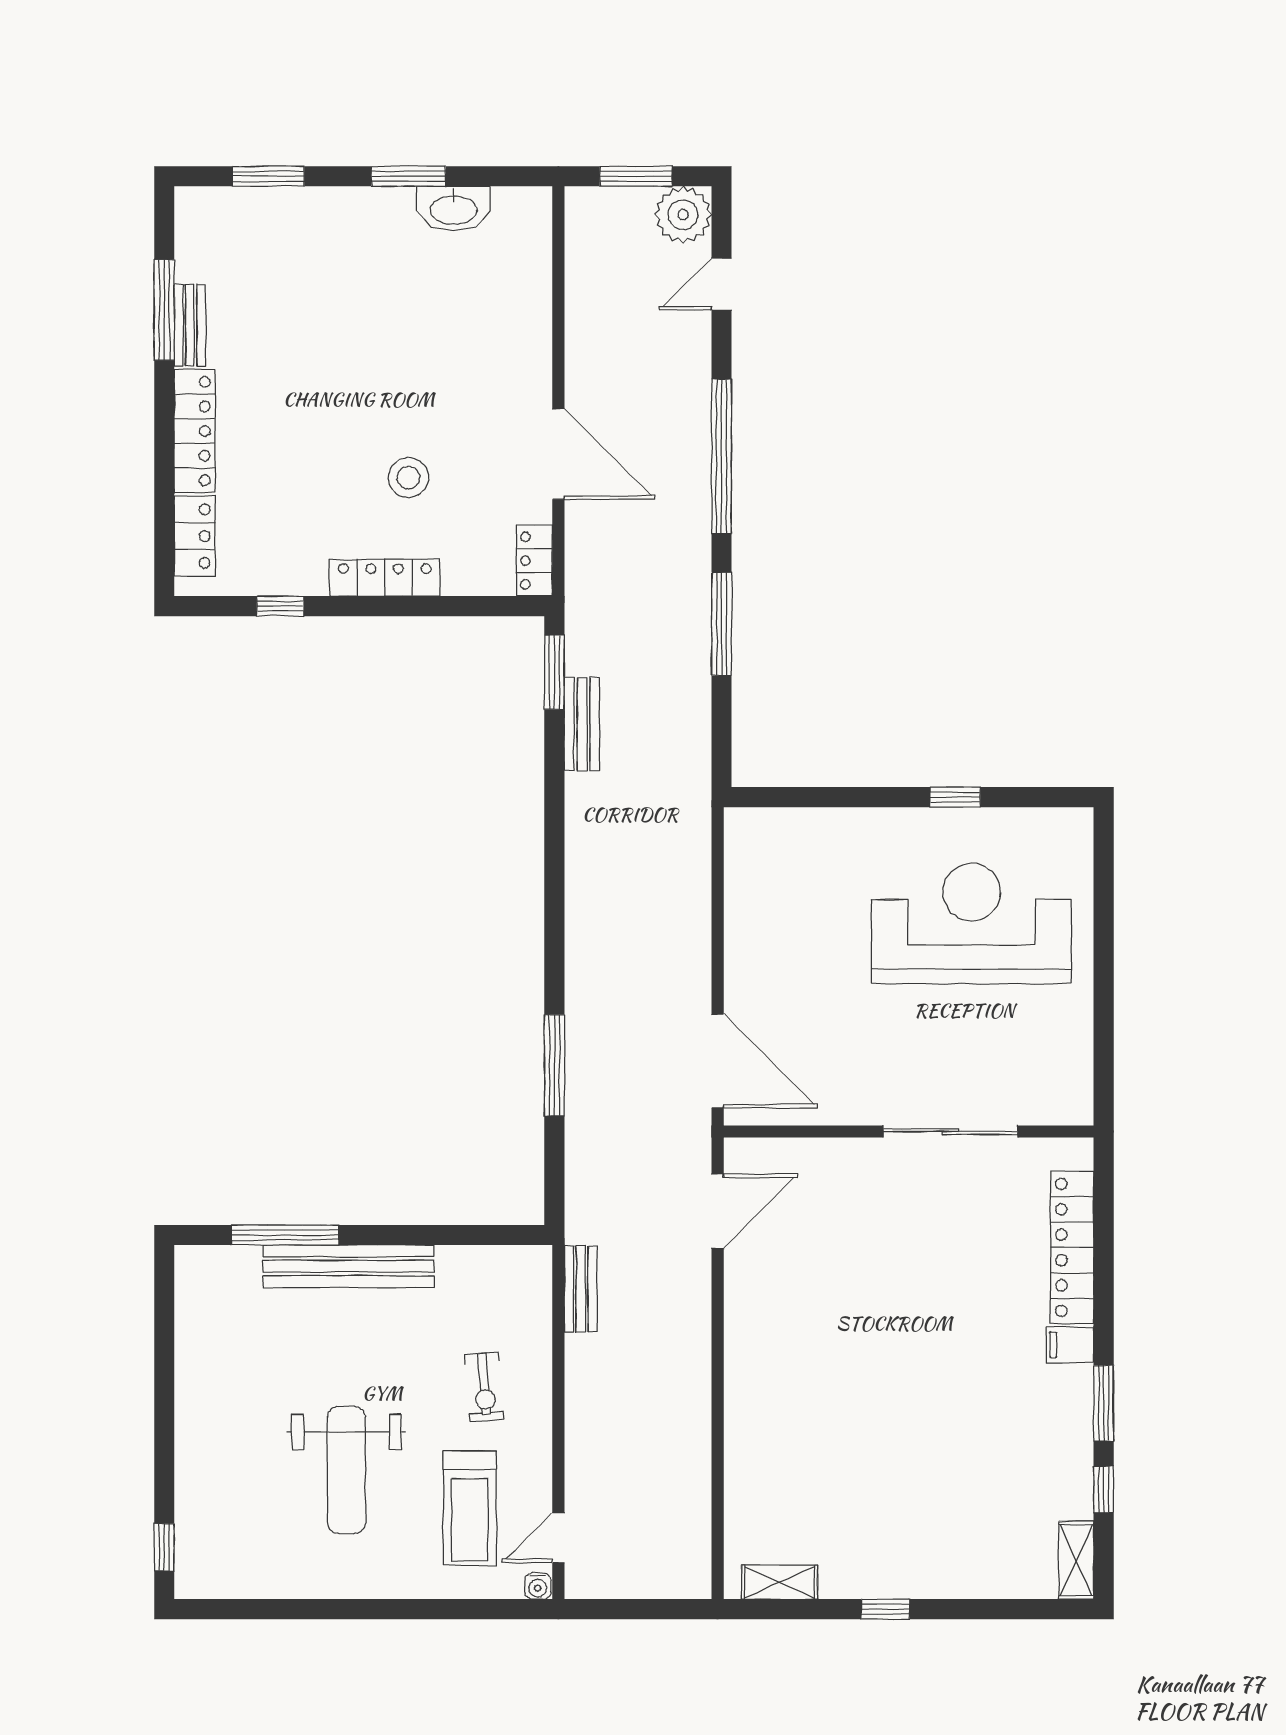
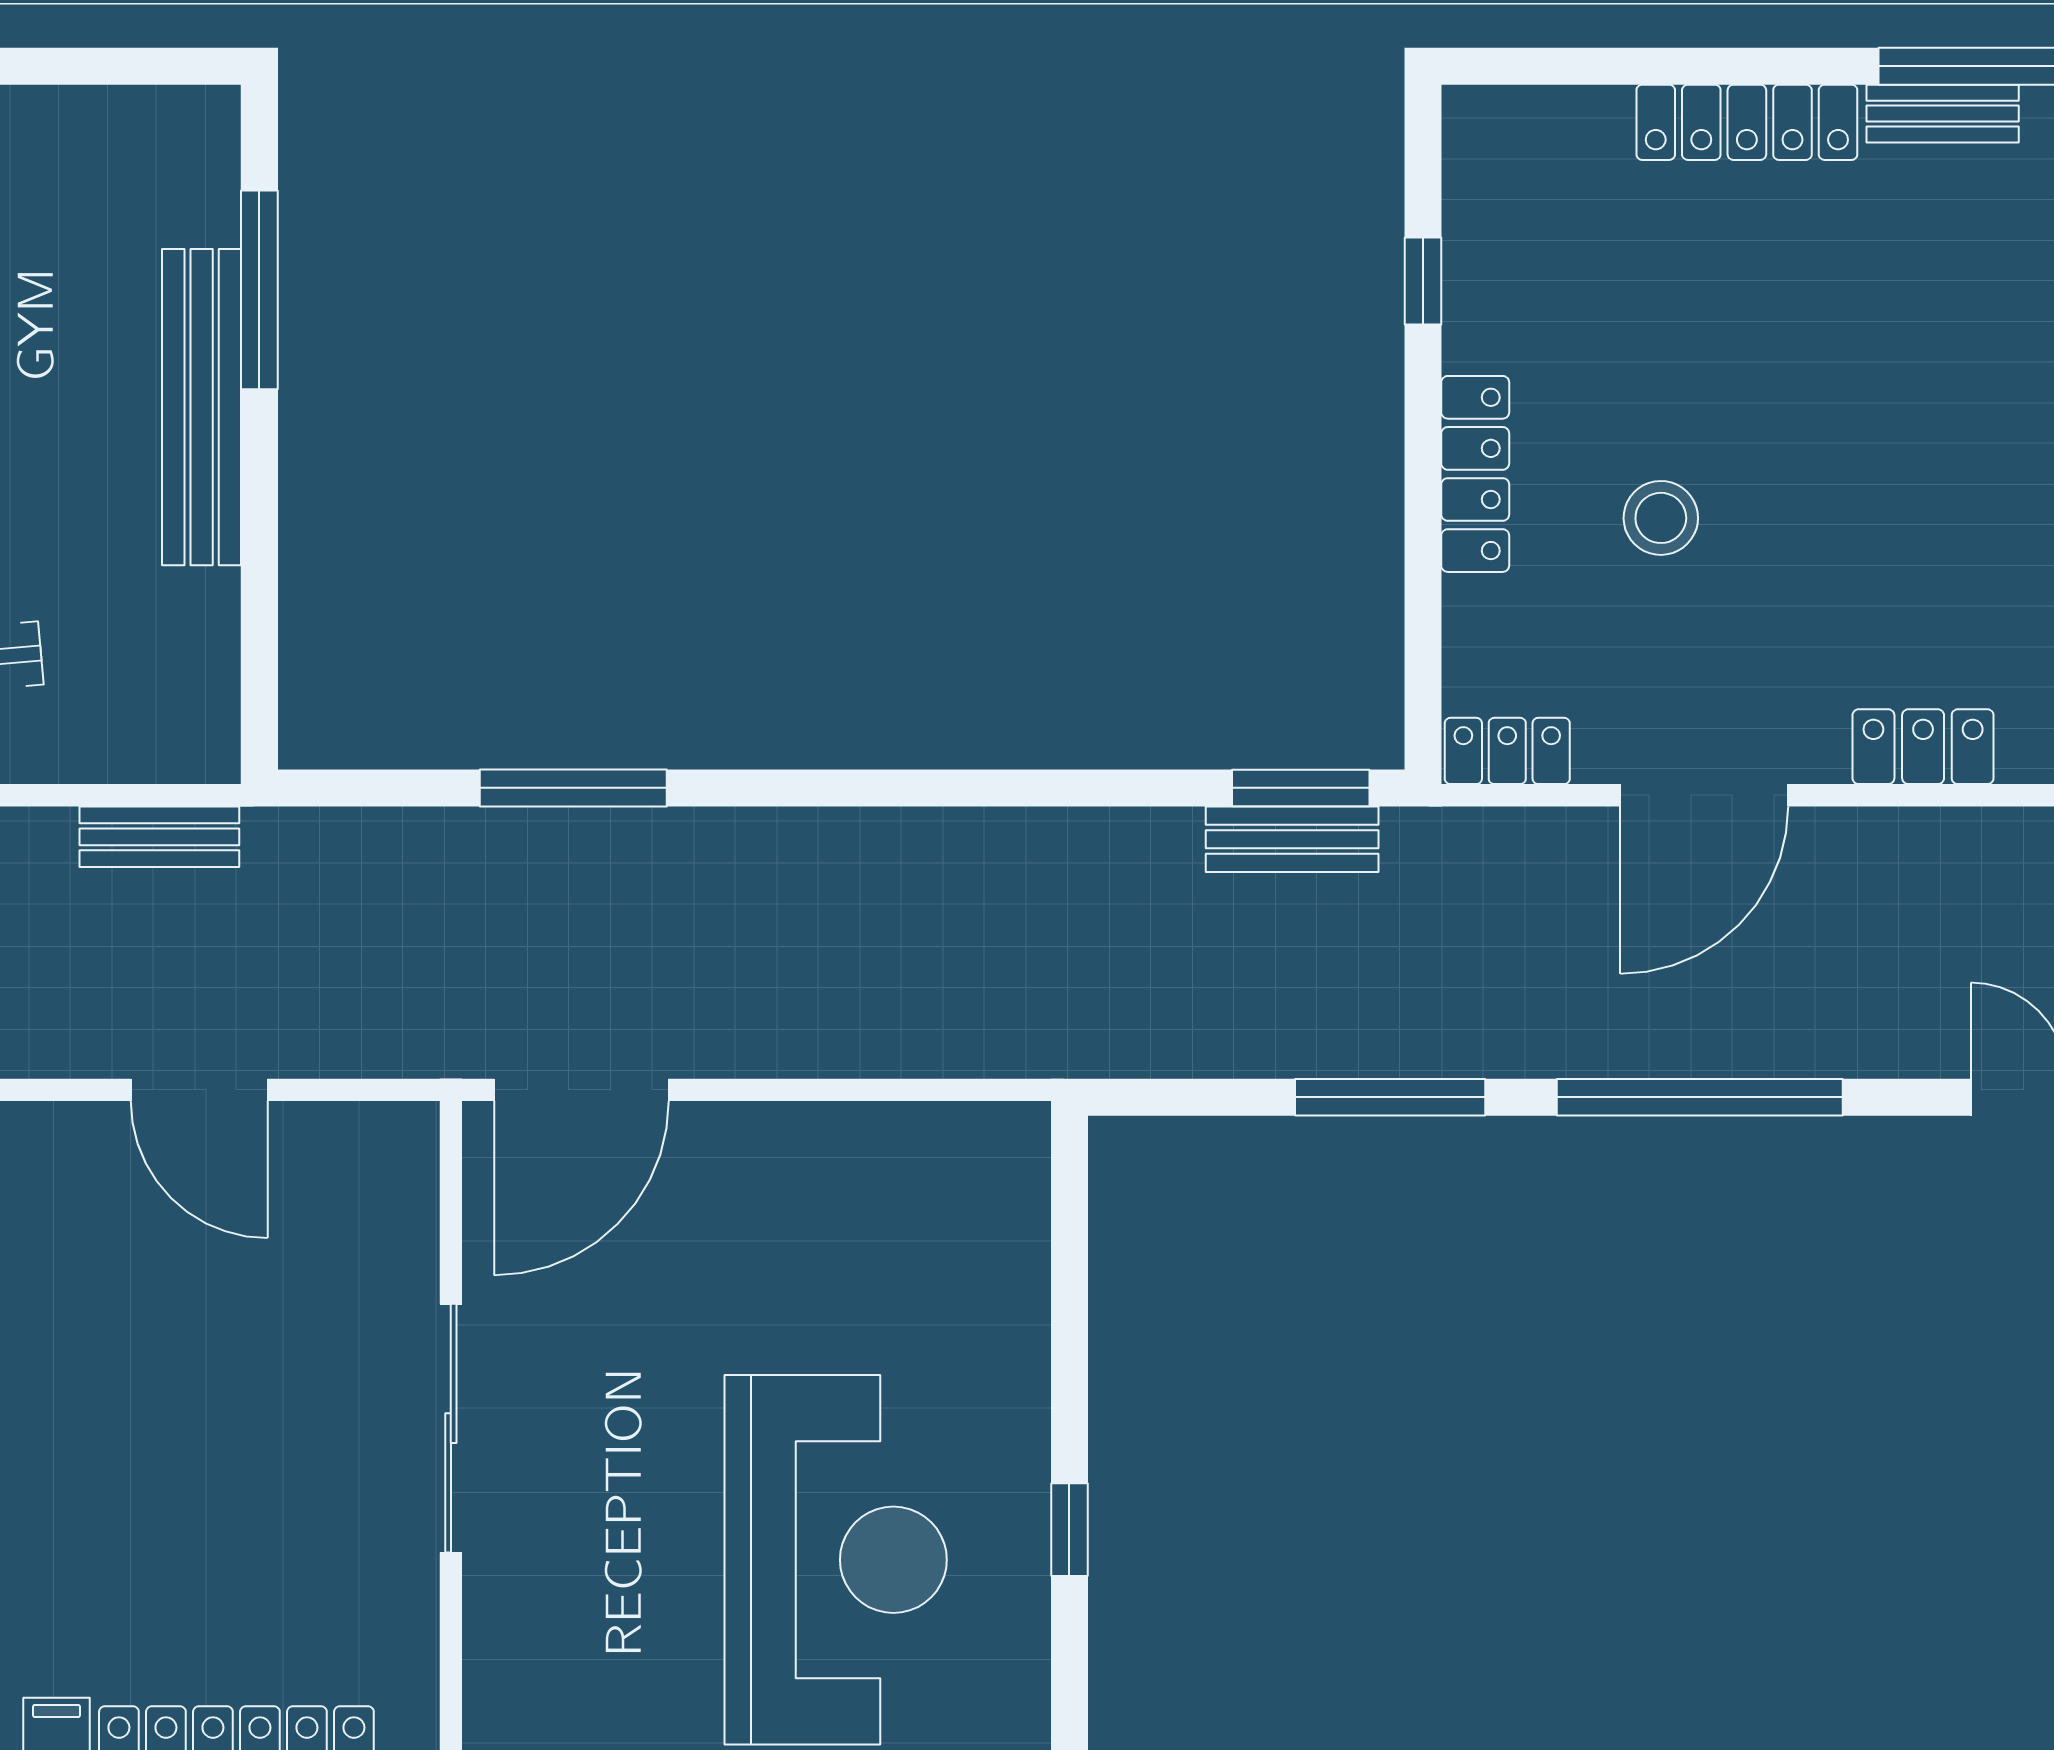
locker: (195, 536) -> (1923, 747), moved, turned 180
bench: (582, 724) -> (1292, 839), moved
sliding door: (950, 1132) -> (451, 1428), moved
door: (718, 1211) -> (199, 1090), moved

